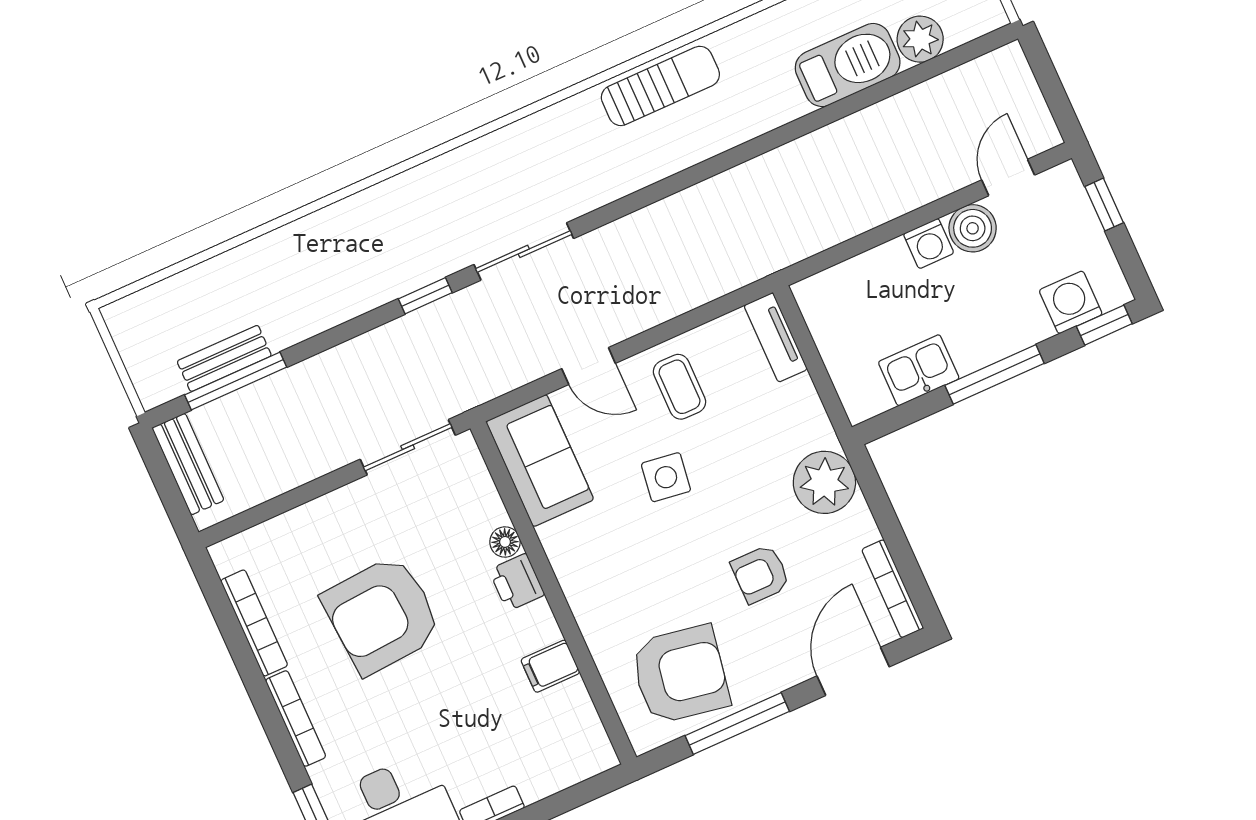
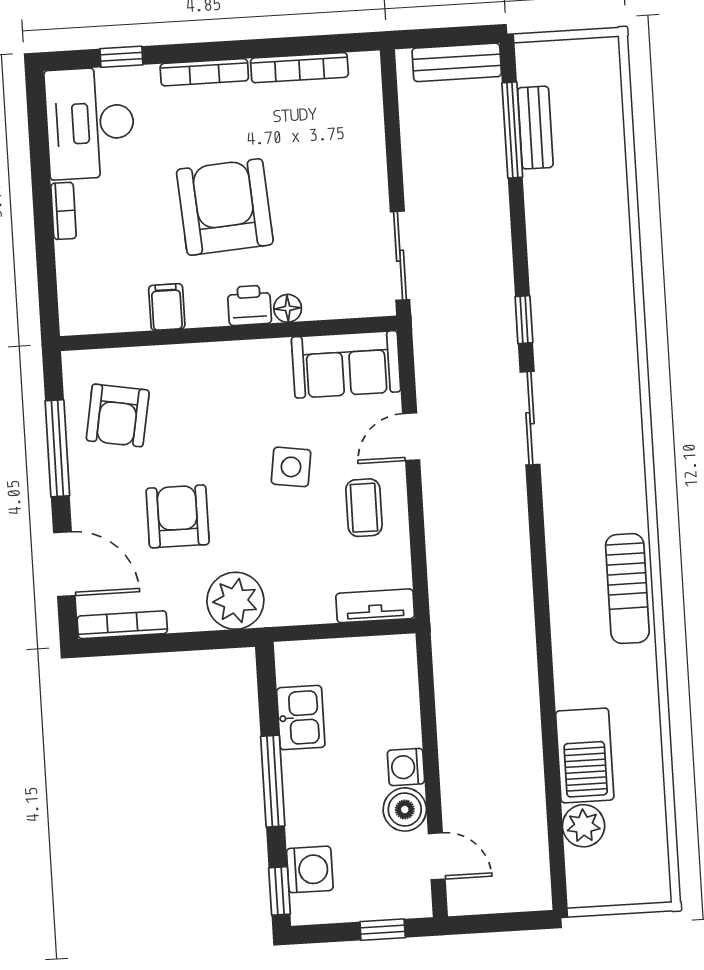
coffee table: (680, 387) -> (364, 508), turned 90
armchair: (760, 574) -> (178, 516), width x1.38, depth x1.38
armchair: (382, 615) -> (225, 207), moved
armchair: (680, 674) -> (118, 415), width x0.73, depth x0.73

